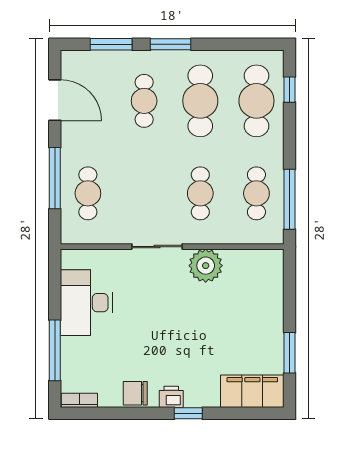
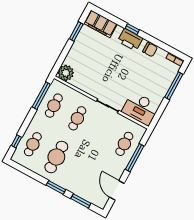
cafe table: (144, 101) -> (80, 170), removed
cafe table: (256, 101) -> (33, 144), width x0.73, depth x0.74
plant: (206, 266) -> (66, 73), moved
desk: (86, 303) -> (141, 109), moved, turned 90
printer: (171, 397) -> (130, 40), width x1.87, depth x1.48

